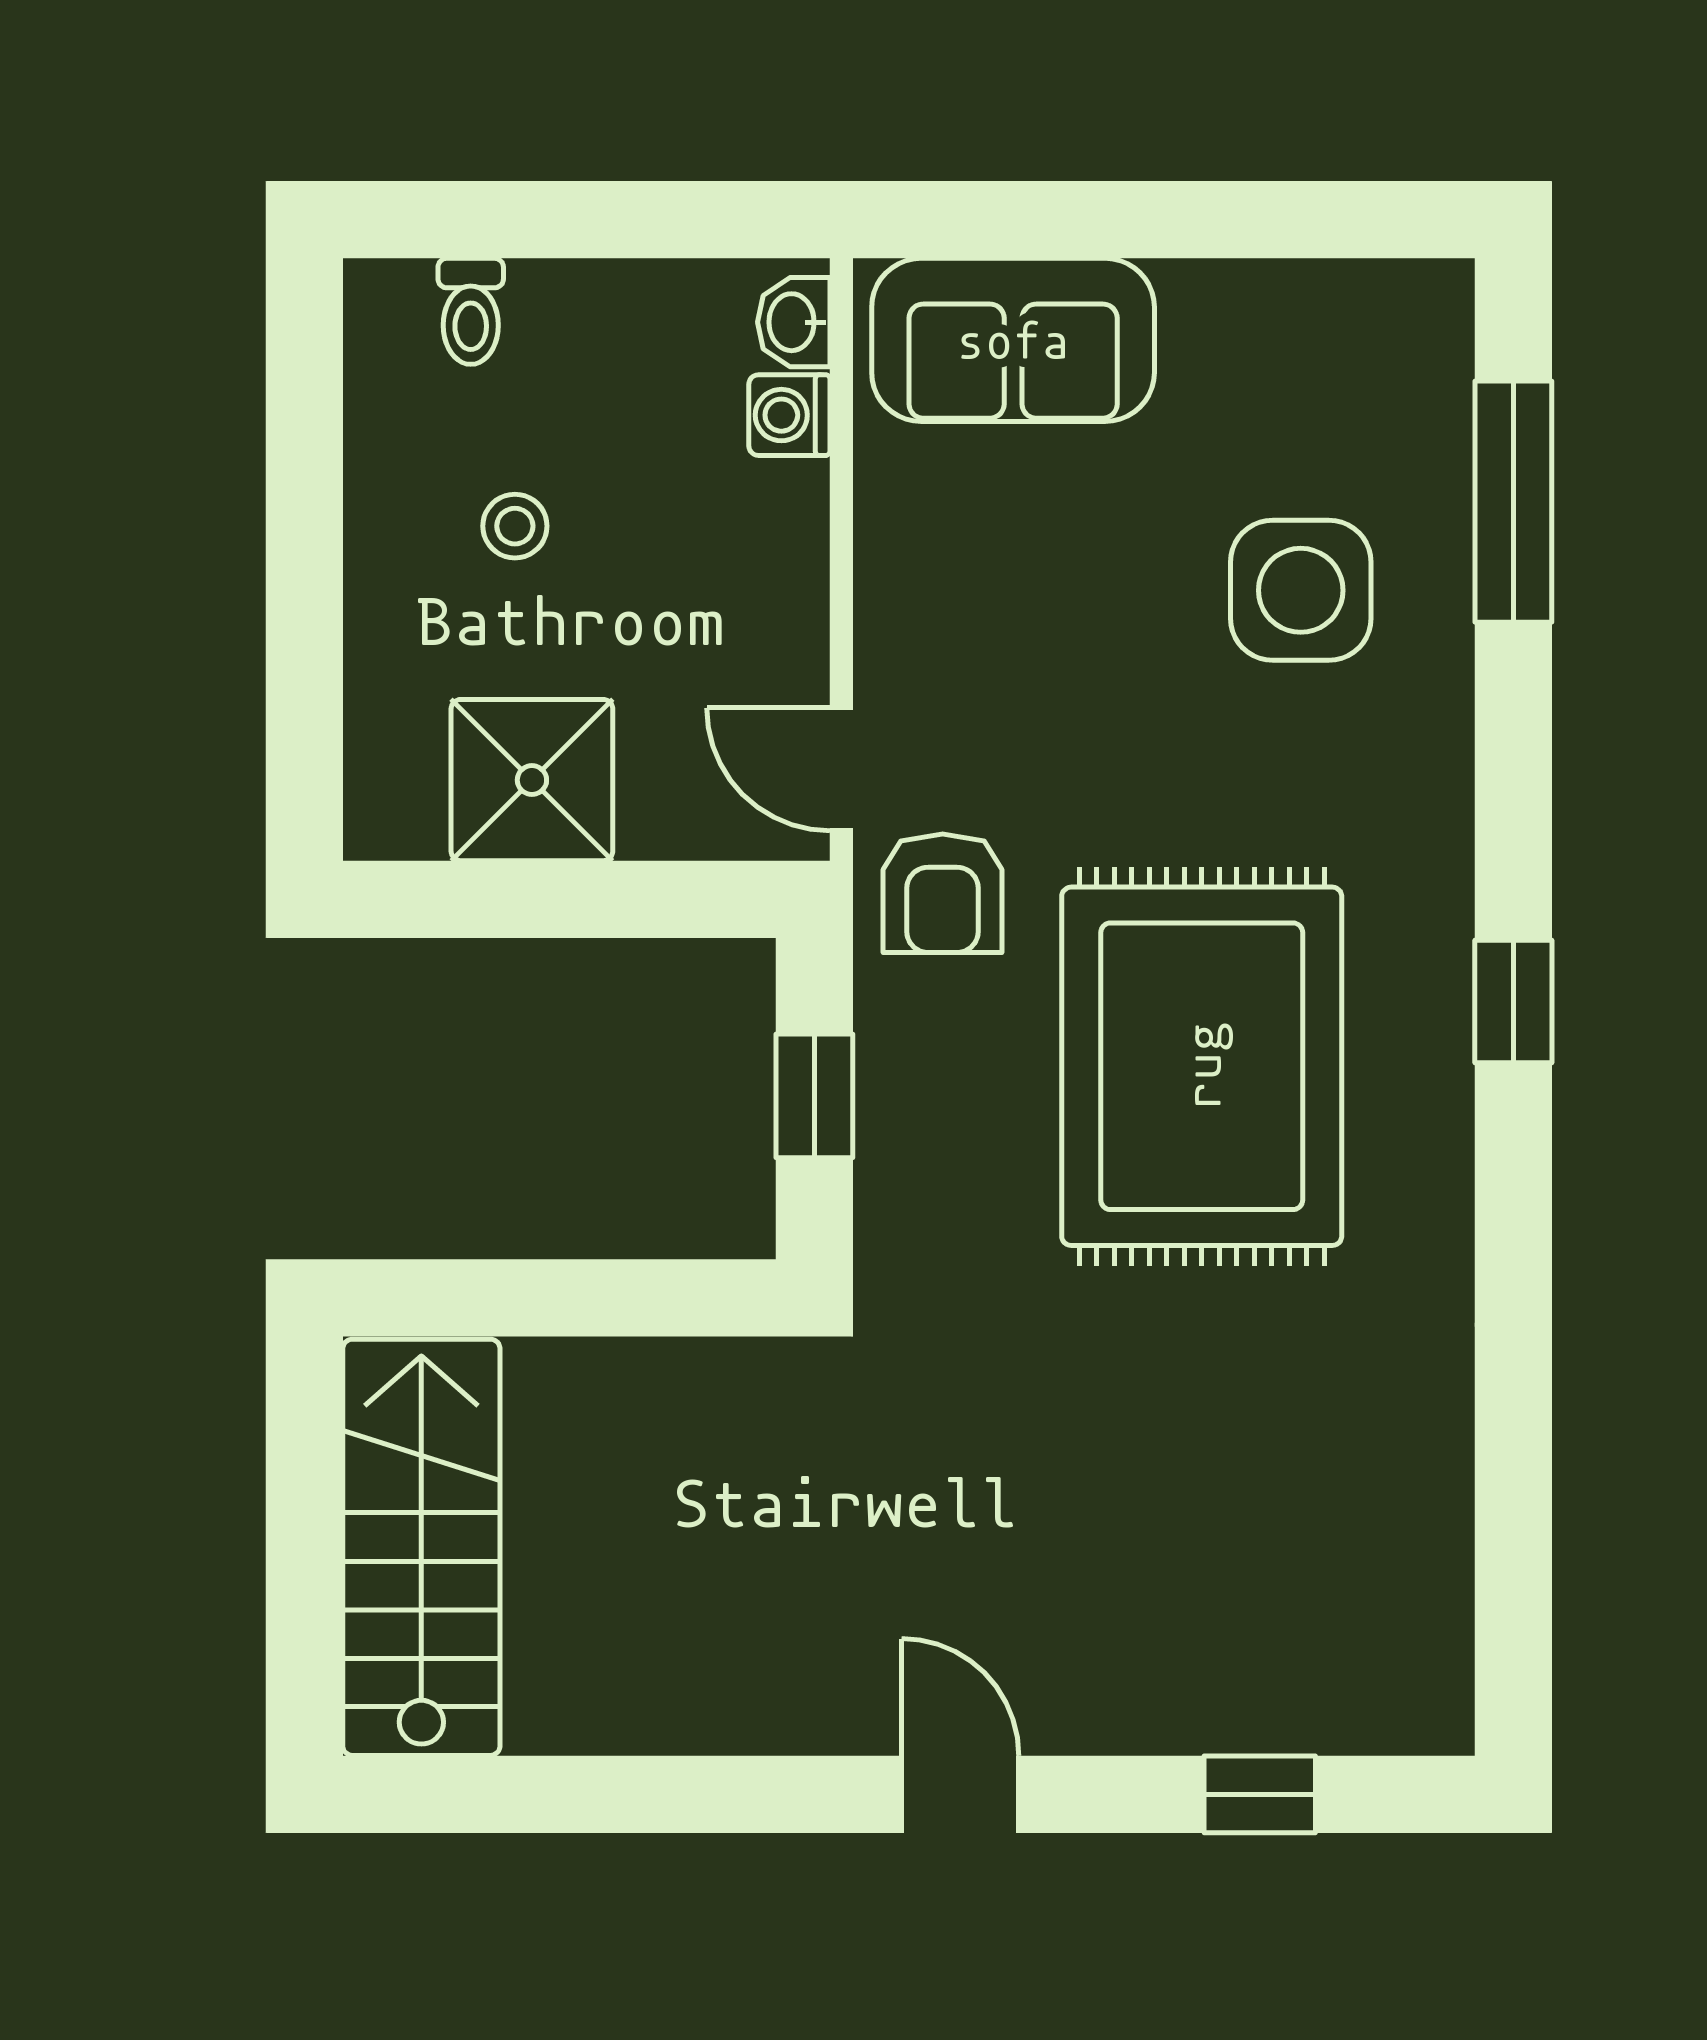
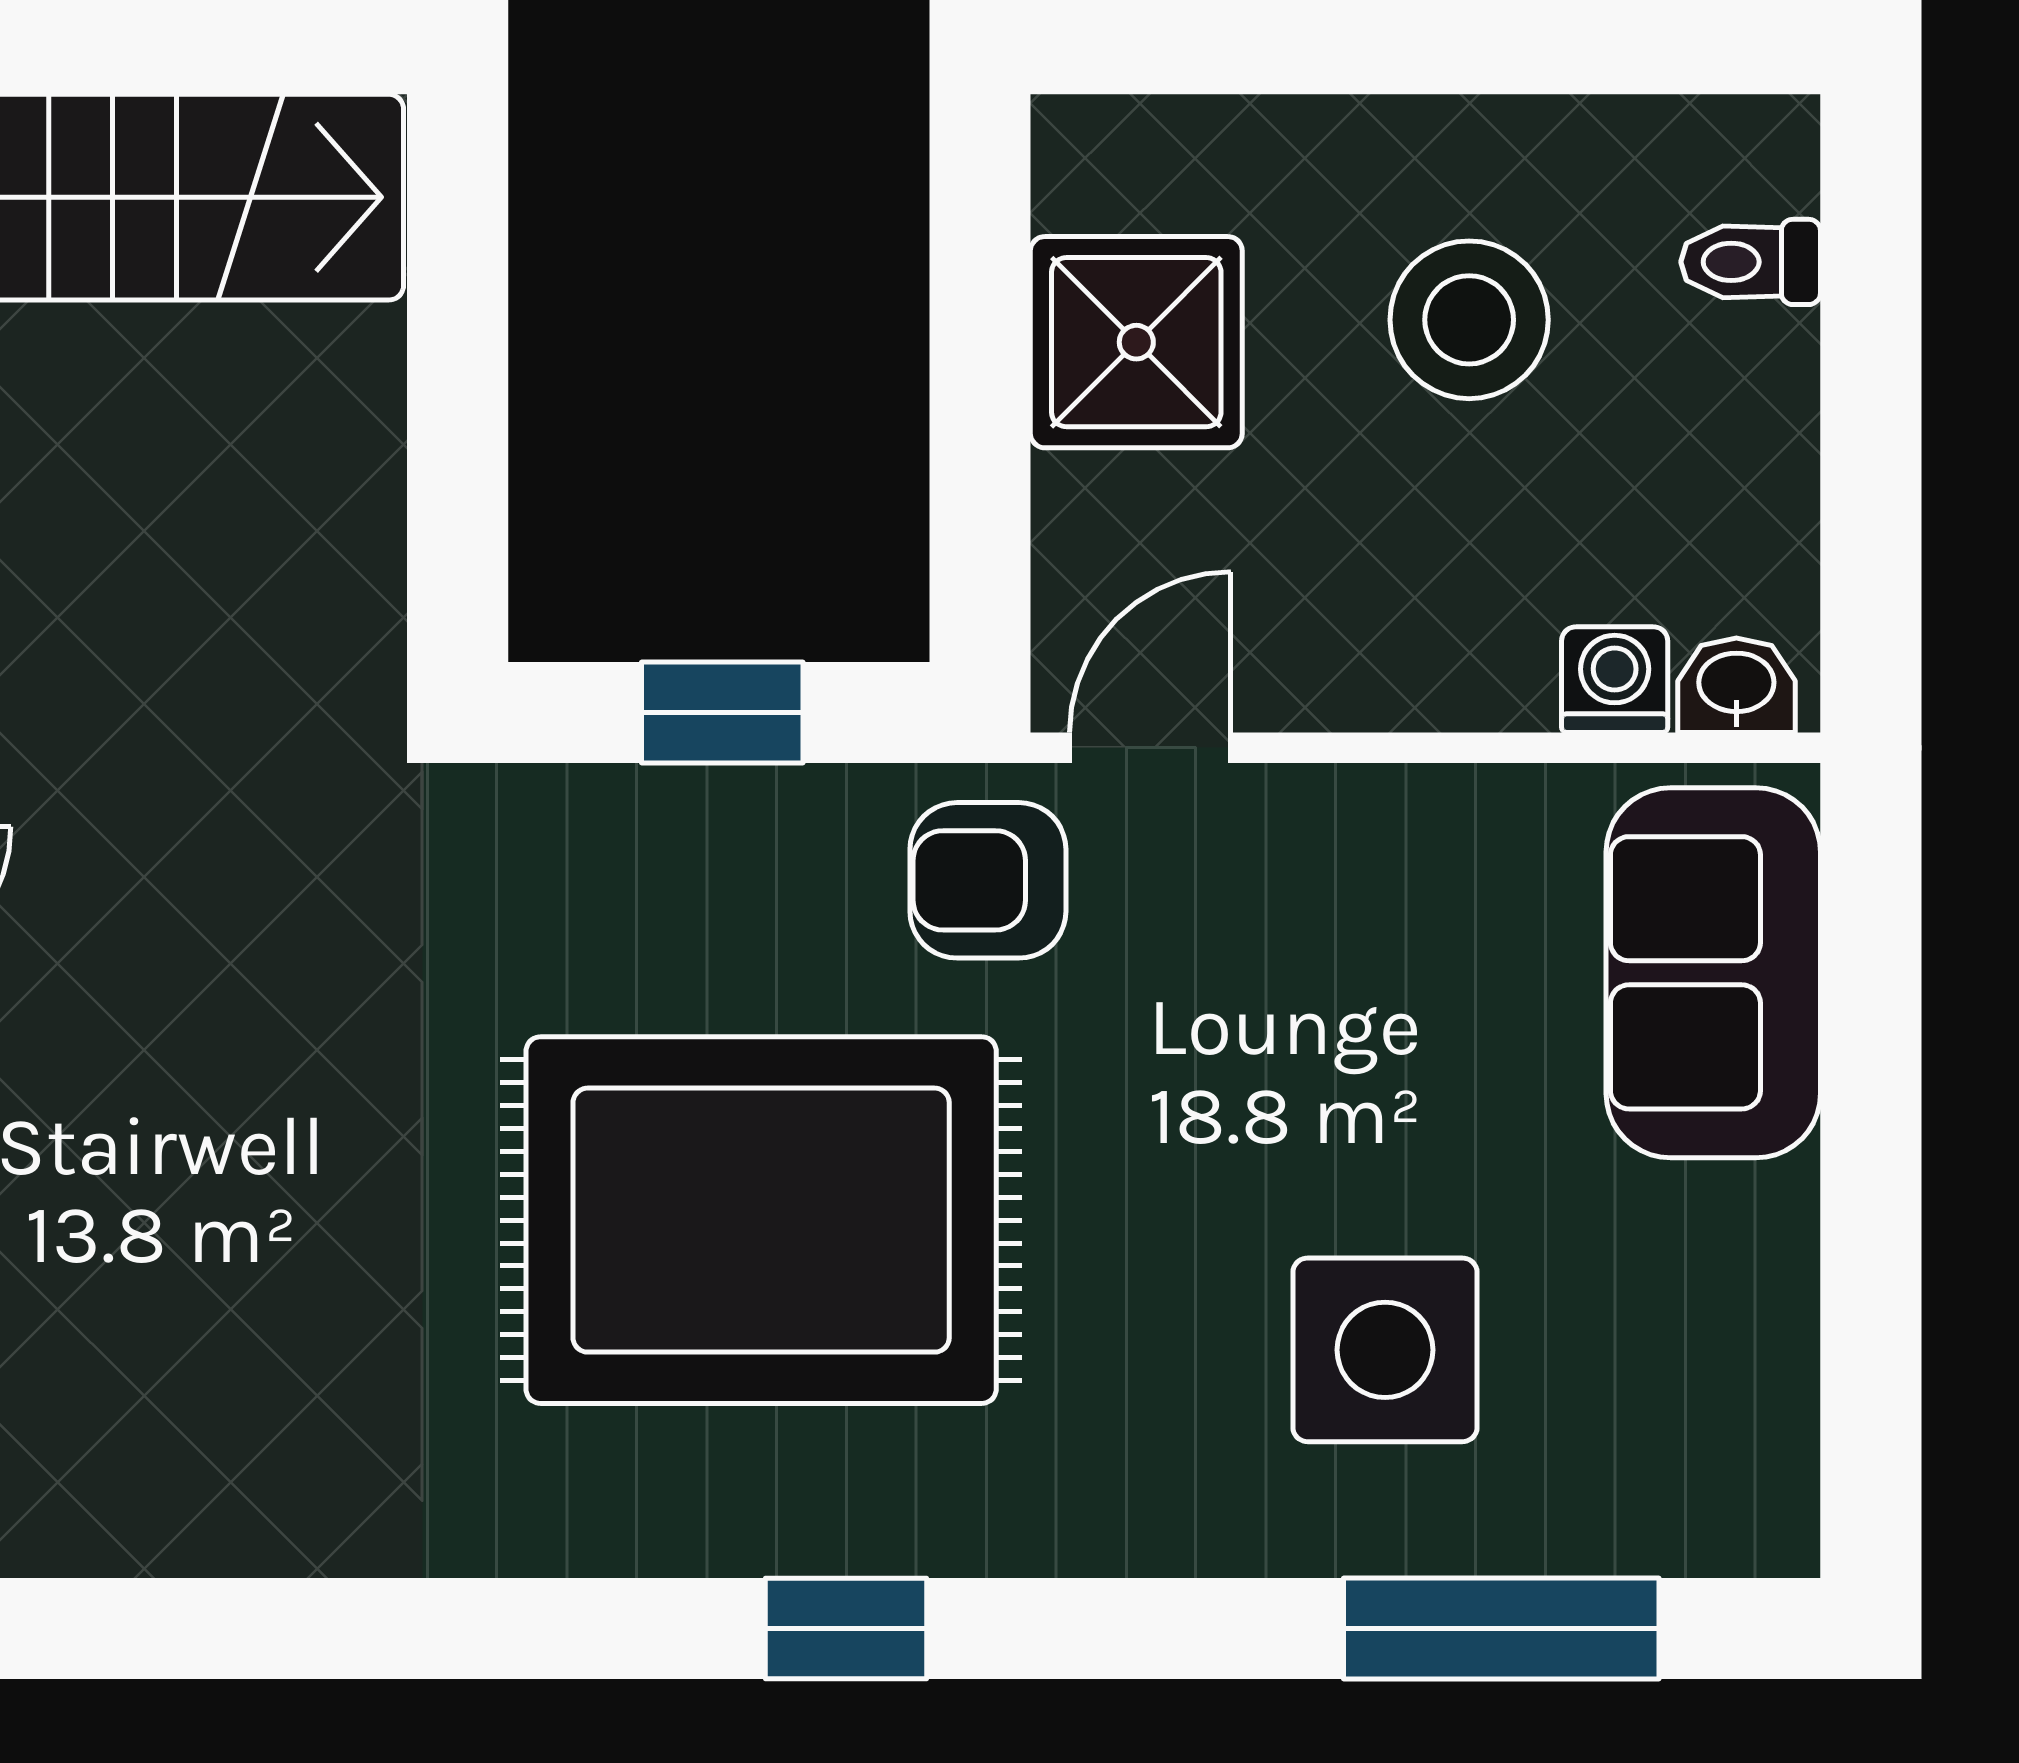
stool: (515, 526) -> (1469, 320), width x1.89, depth x1.89

